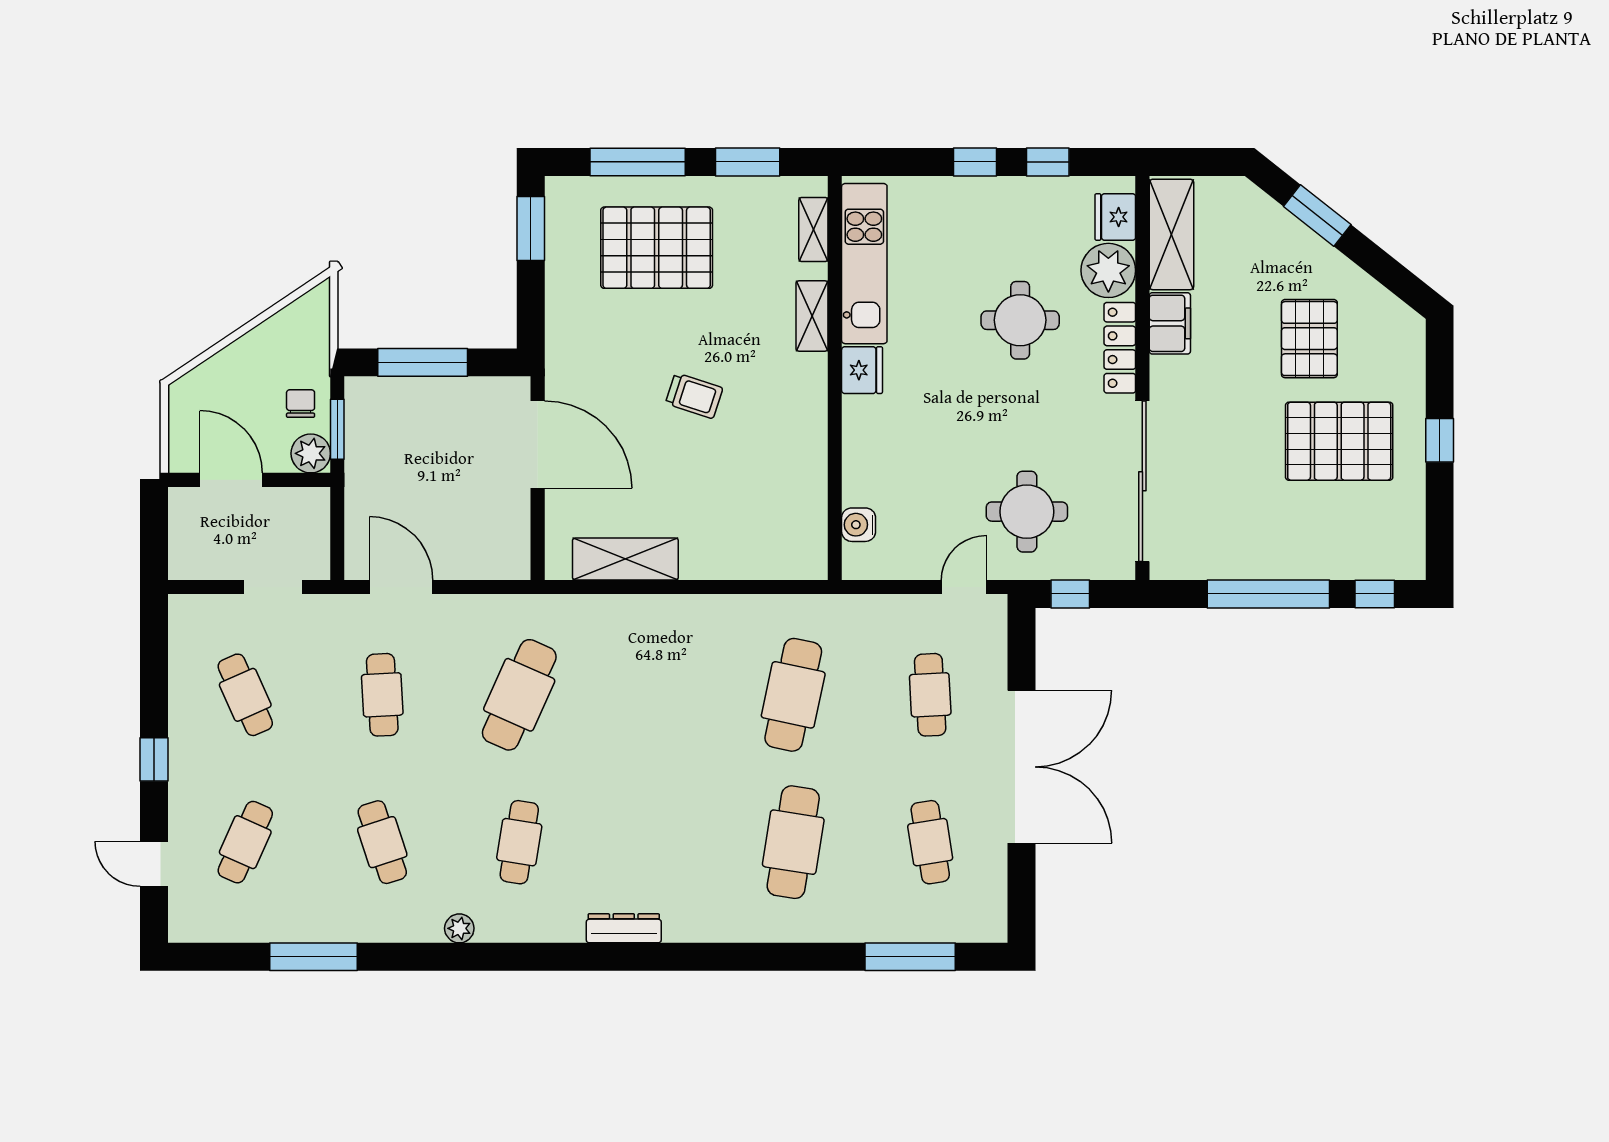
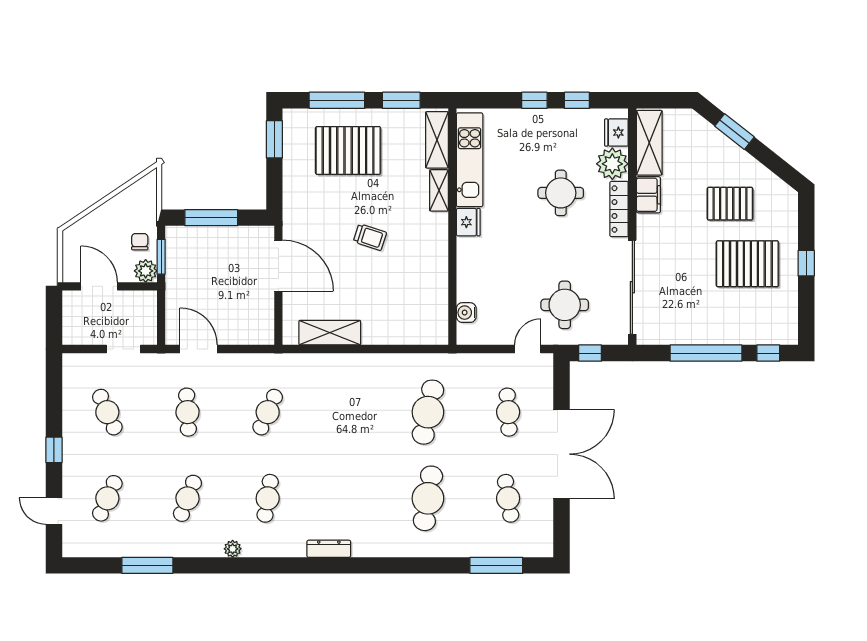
shelving: (813, 230) -> (437, 140), width x1.50, depth x1.33
pallet: (1309, 339) -> (730, 204), turned 90
cafe table: (519, 695) -> (268, 412), width x0.73, depth x0.74
cafe table: (382, 842) -> (187, 498), turned 39

